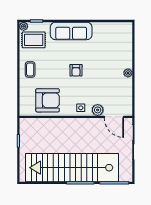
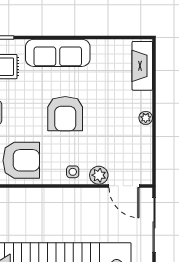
fireplace: (126, 39) -> (142, 66), added
armchair: (76, 70) -> (65, 114), width x1.88, depth x1.88

